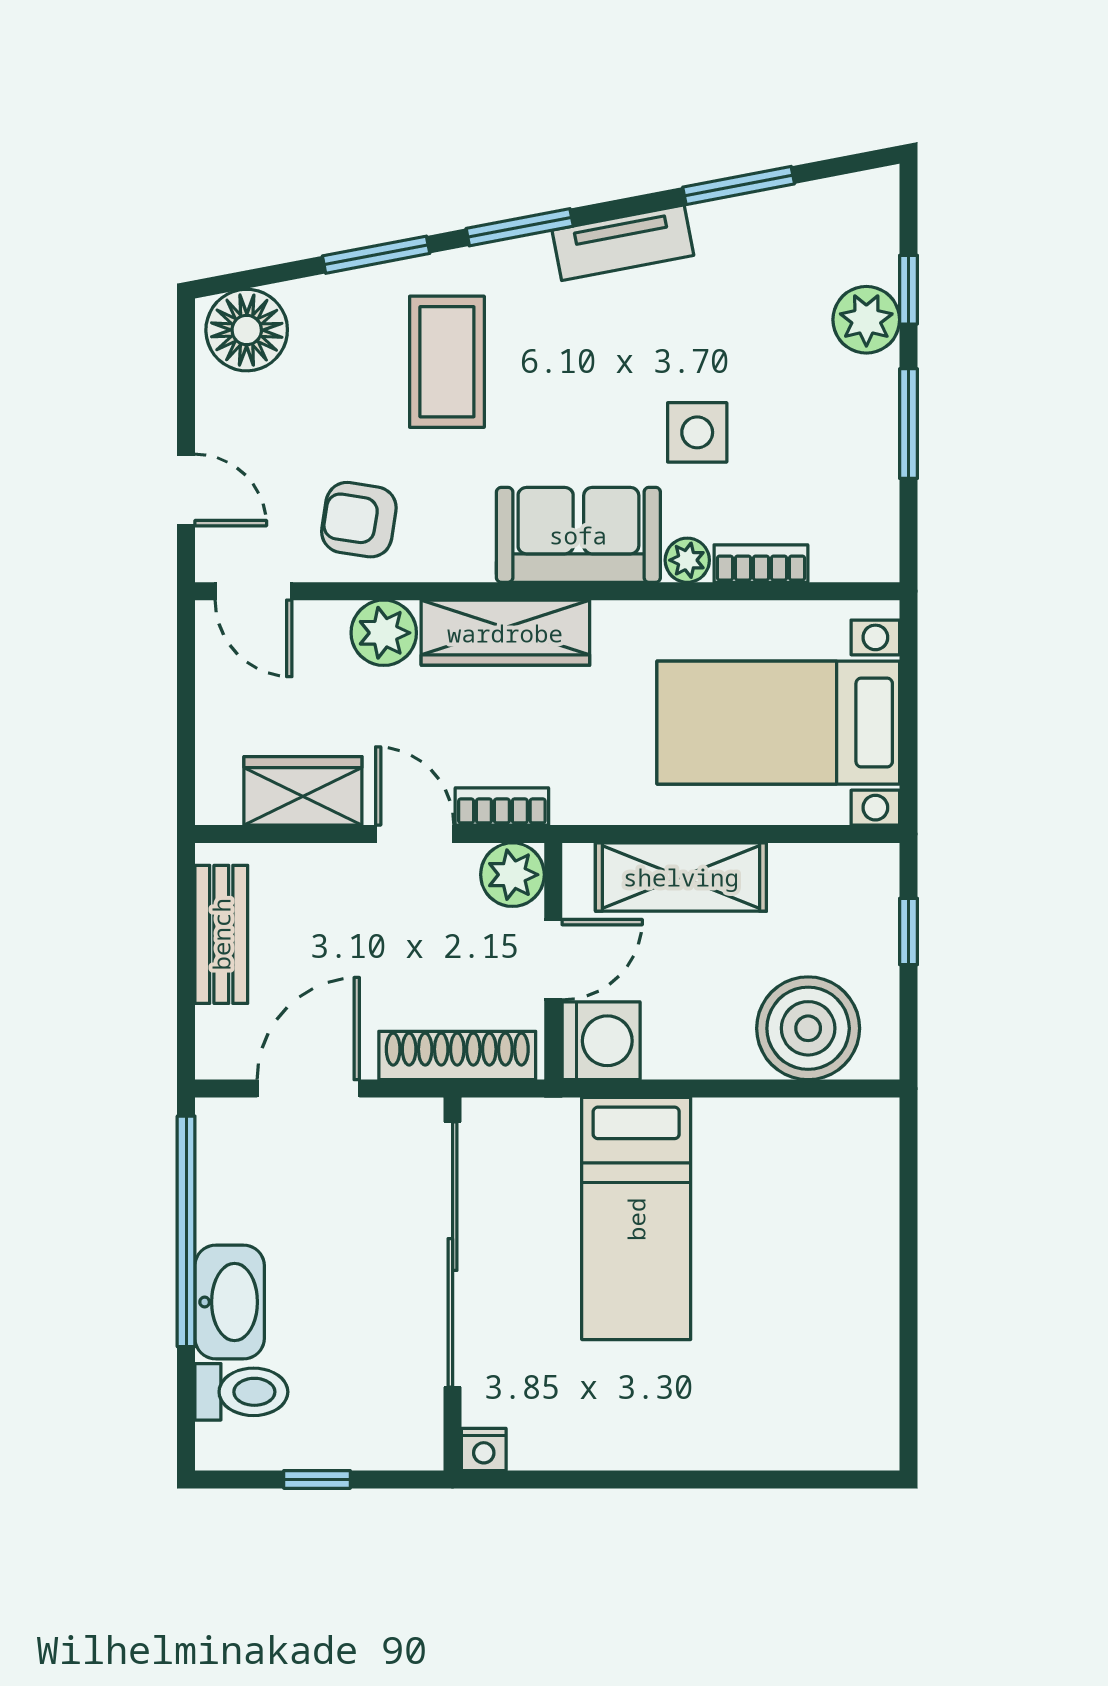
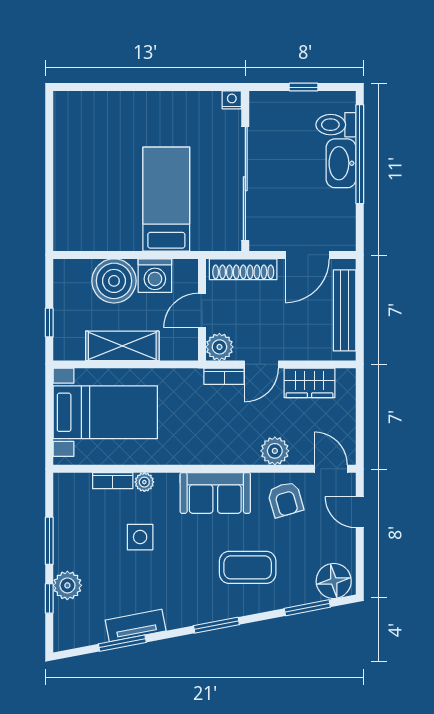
tv unit: (623, 243) -> (136, 625), moved
window: (376, 255) -> (307, 608), moved
coffee table: (447, 362) -> (248, 567), turned 90
armchair: (359, 520) -> (285, 500), turned 65
sofa: (578, 535) -> (215, 493), moved
wardrobe: (505, 633) -> (222, 451), removed
door: (415, 834) -> (262, 364), hinge flipped
shelving: (681, 877) -> (122, 346), moved
bench: (221, 934) -> (345, 310), width x1.36
boiler: (808, 1028) -> (114, 281), moved
washing machine: (601, 1041) -> (155, 276), moved, turned -90
window: (186, 1231) -> (360, 154), moved

